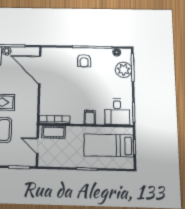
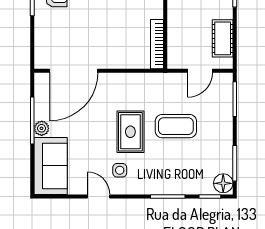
cot: (54, 132) -> (223, 38), moved

